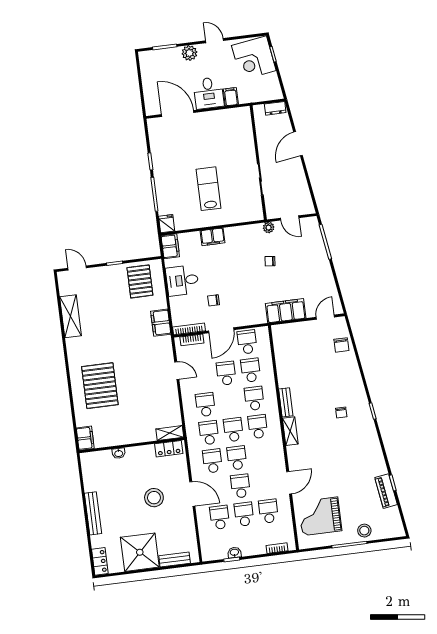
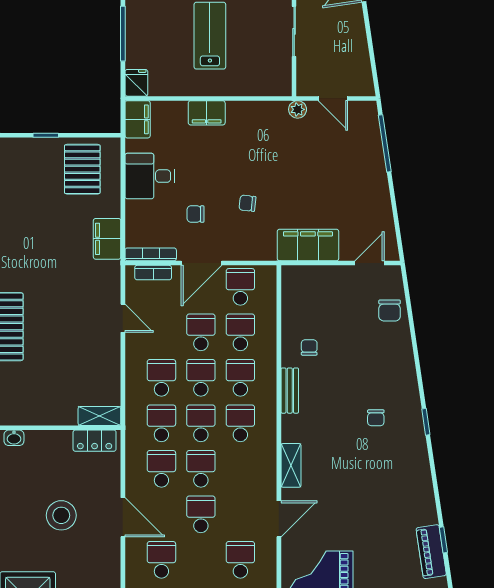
chair: (270, 261) -> (247, 203), moved
chair: (294, 374) -> (309, 347), added
shelving: (290, 431) -> (291, 465), moved
school desk: (244, 514) -> (201, 378), moved

